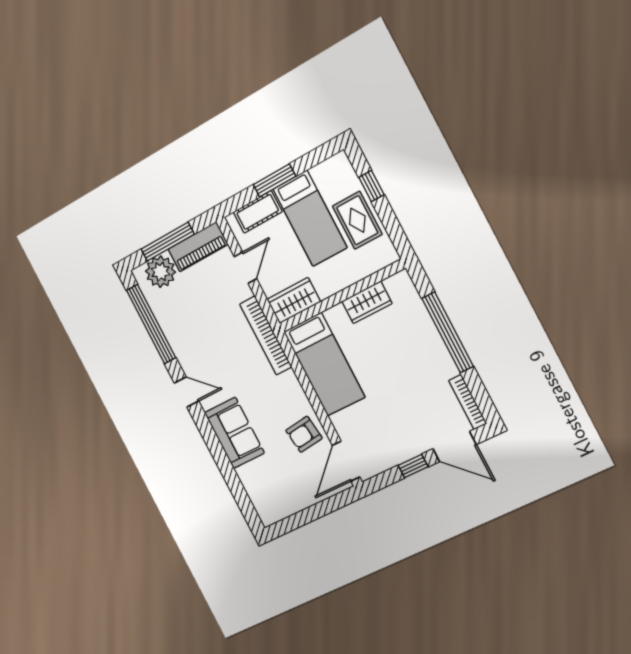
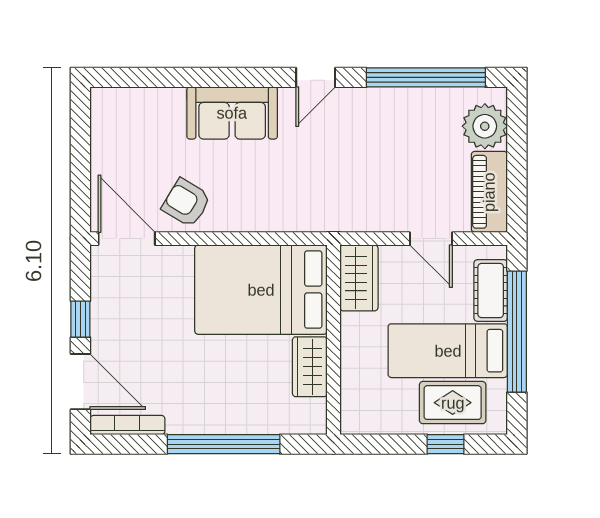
window: (275, 180) -> (517, 332), width x2.11
rug: (357, 220) -> (453, 403), moved
window: (168, 242) -> (517, 156), removed
bookcase: (266, 335) -> (334, 220), removed
bed: (324, 364) -> (261, 290), width x1.50
armchair: (304, 434) -> (186, 203), turned -52
door: (454, 447) -> (80, 382), swing flipped

